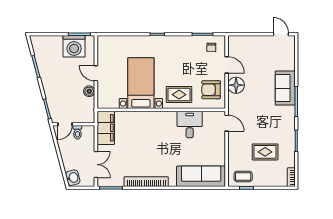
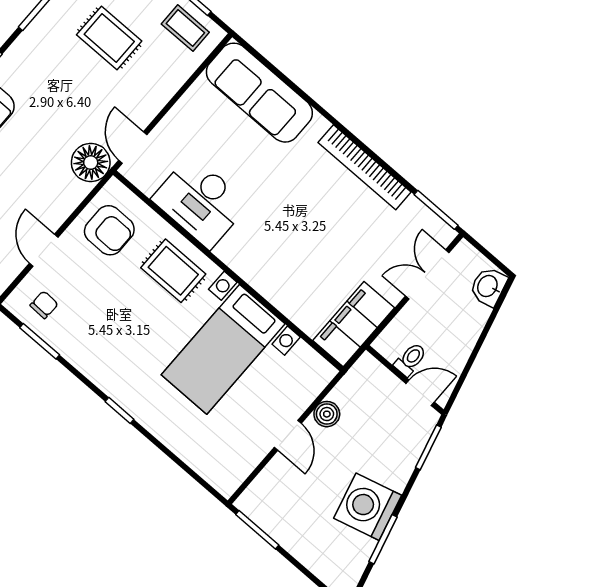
washing machine: (74, 46) -> (368, 507), moved, turned -105
floor lamp: (236, 85) -> (91, 163), moved
desk: (190, 124) -> (200, 202), width x1.37

